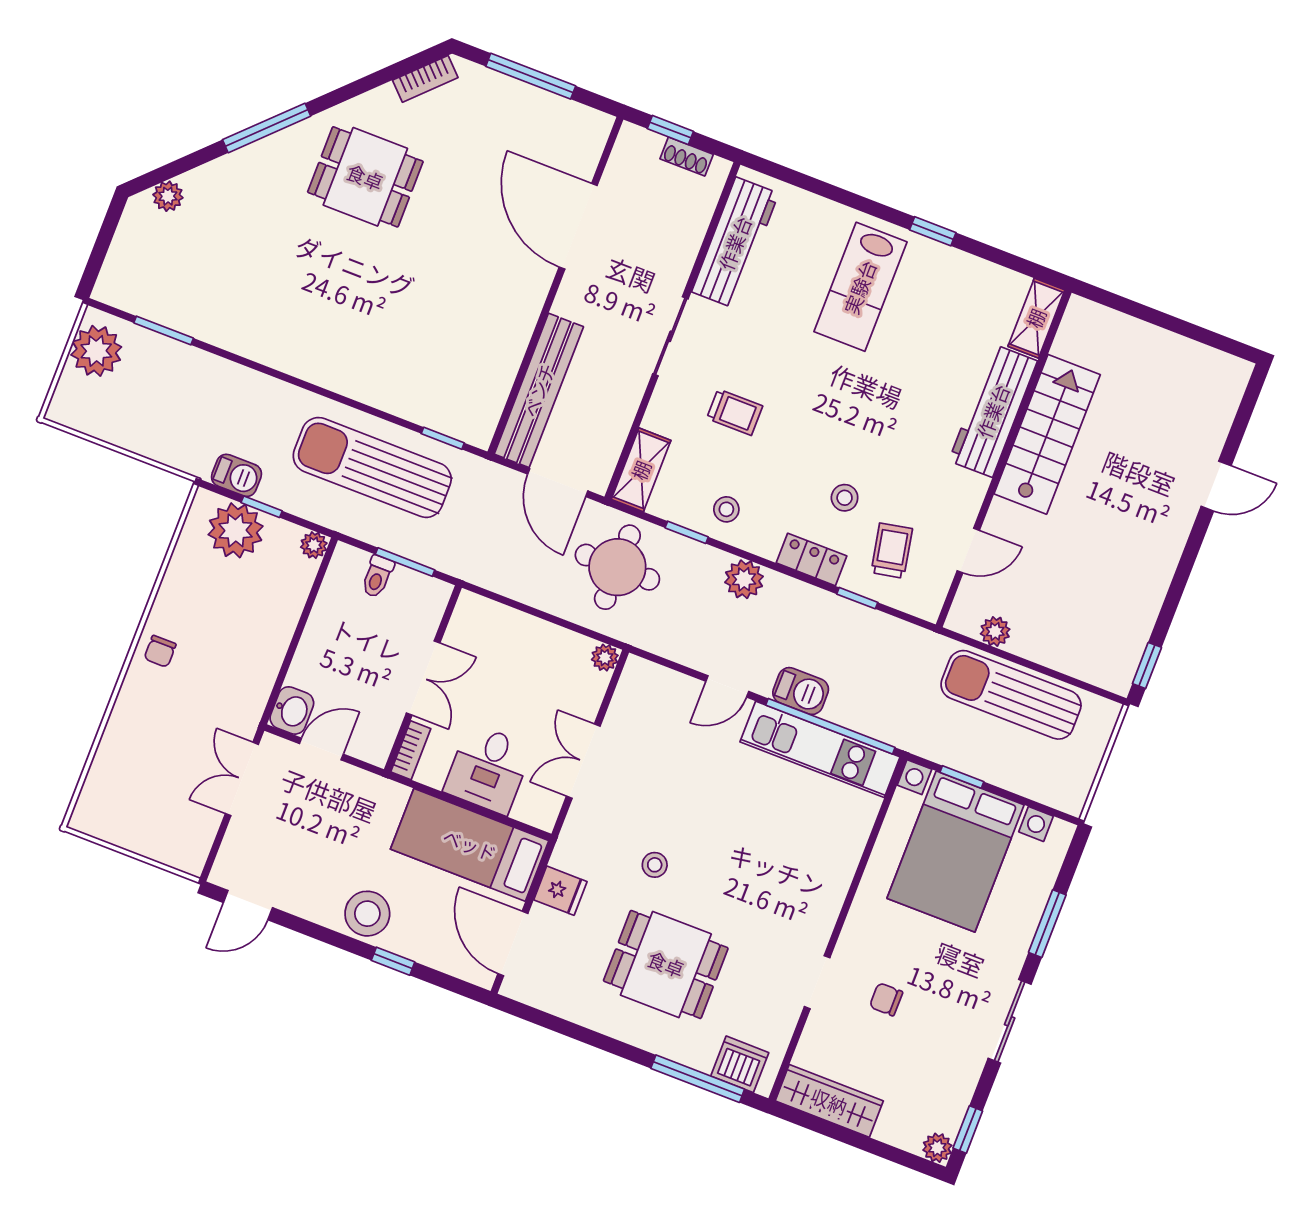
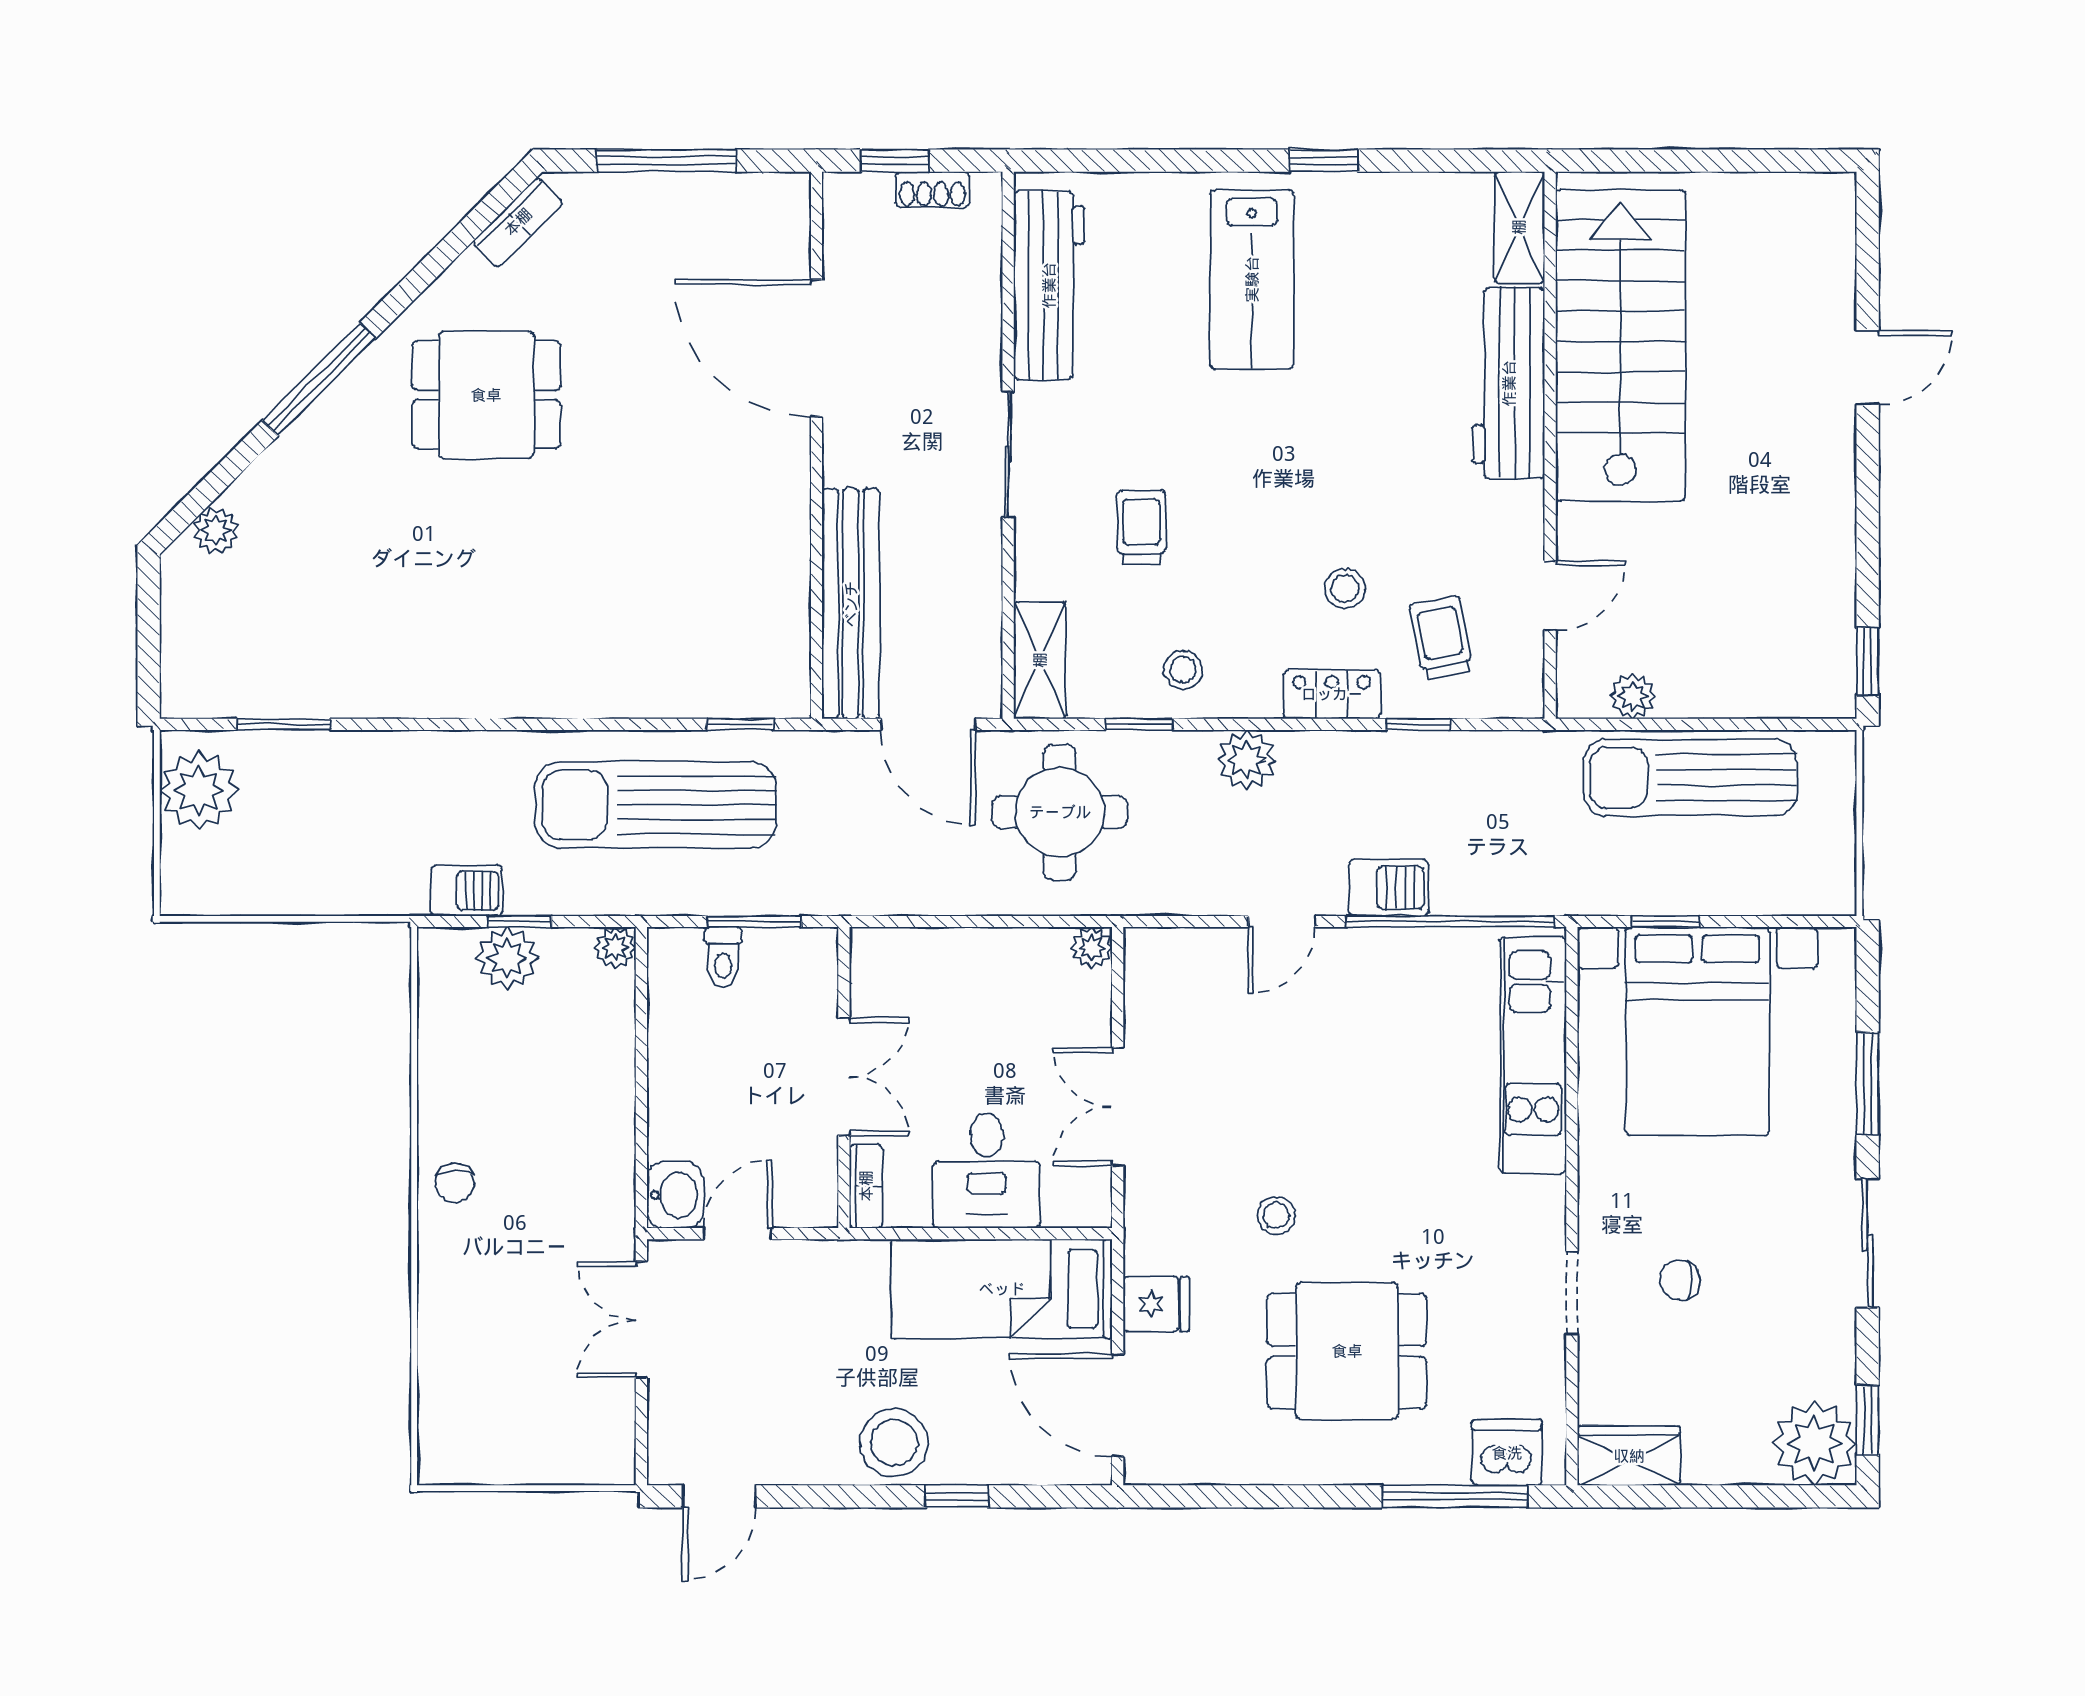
trolley: (735, 412) -> (1141, 527), turned -90
stairs: (1047, 434) -> (1620, 345), width x1.36, depth x1.51
plant: (236, 530) -> (507, 958), width x0.73, depth x0.73
kitchen unit: (820, 749) -> (1533, 1055), moved, turned 90
wardrobe: (829, 1101) -> (1629, 1456), width x0.67
plant: (937, 1148) -> (1814, 1443), width x1.87, depth x1.87

